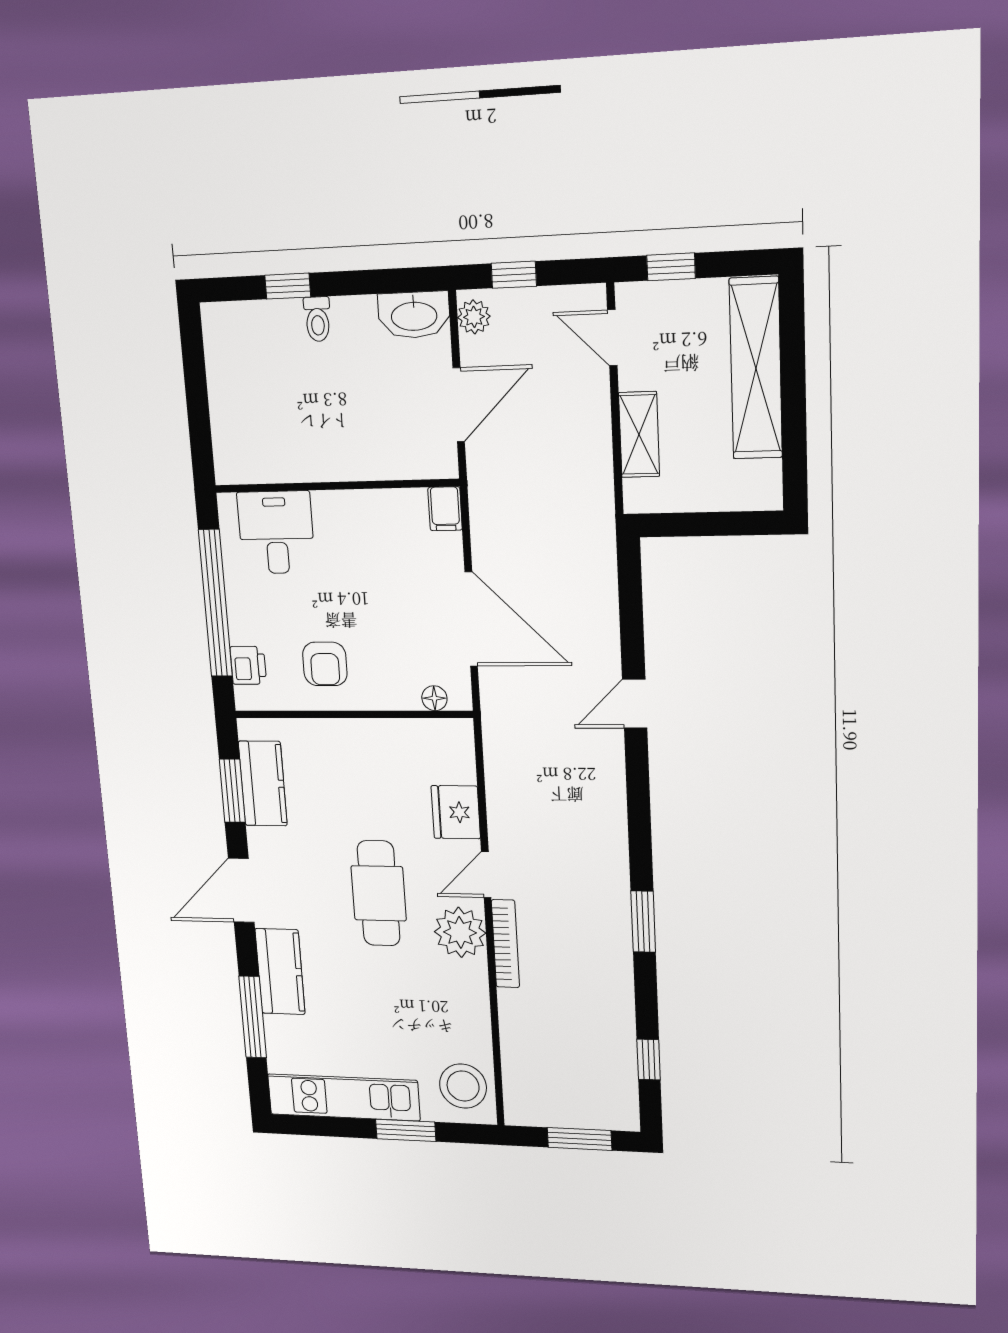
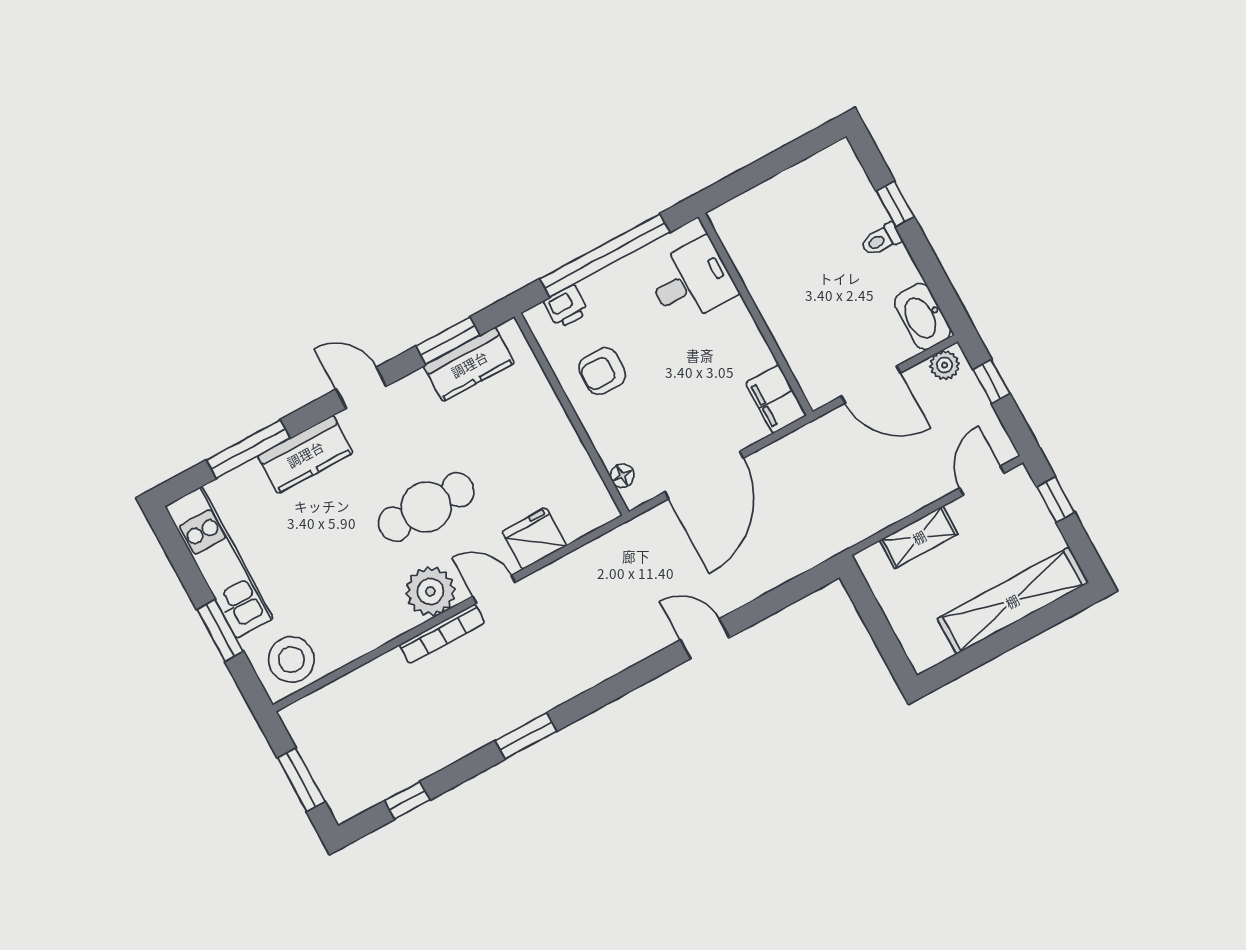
filing cabinet: (445, 509) -> (776, 399), width x2.00
door: (241, 890) -> (361, 388), width x0.73

